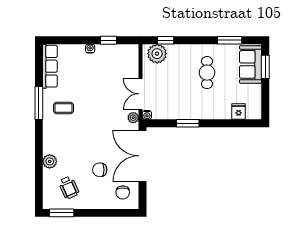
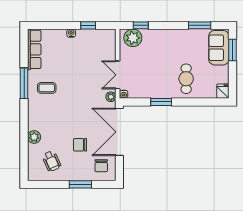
cafe table: (207, 73) -> (186, 79), moved
fridge: (239, 112) -> (223, 91), moved
window: (62, 213) -> (80, 184), moved

